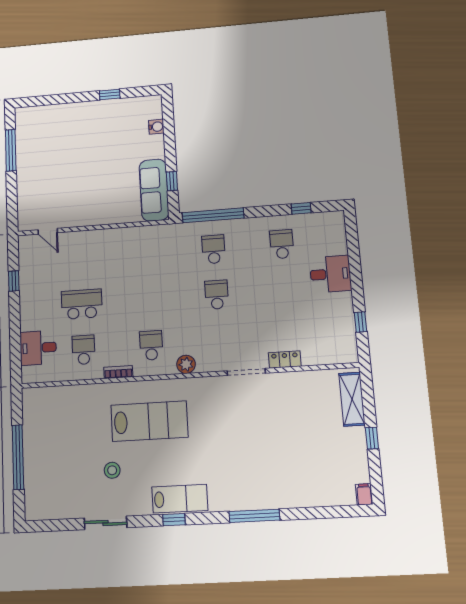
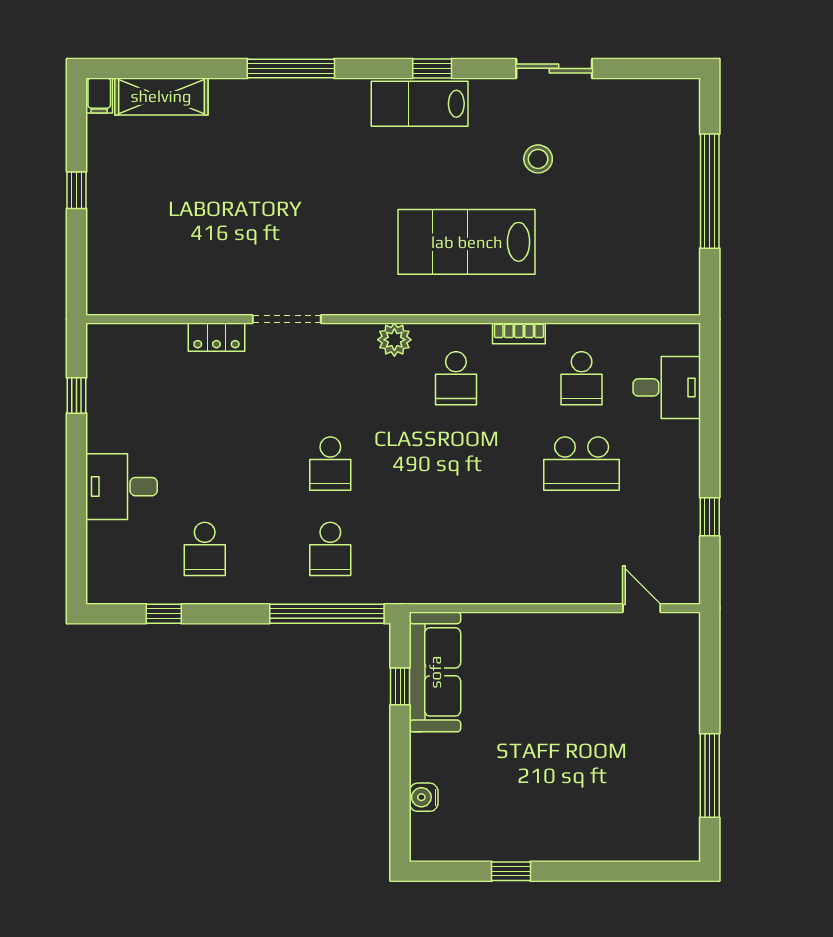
shelving: (352, 399) -> (161, 96), moved, turned 90

